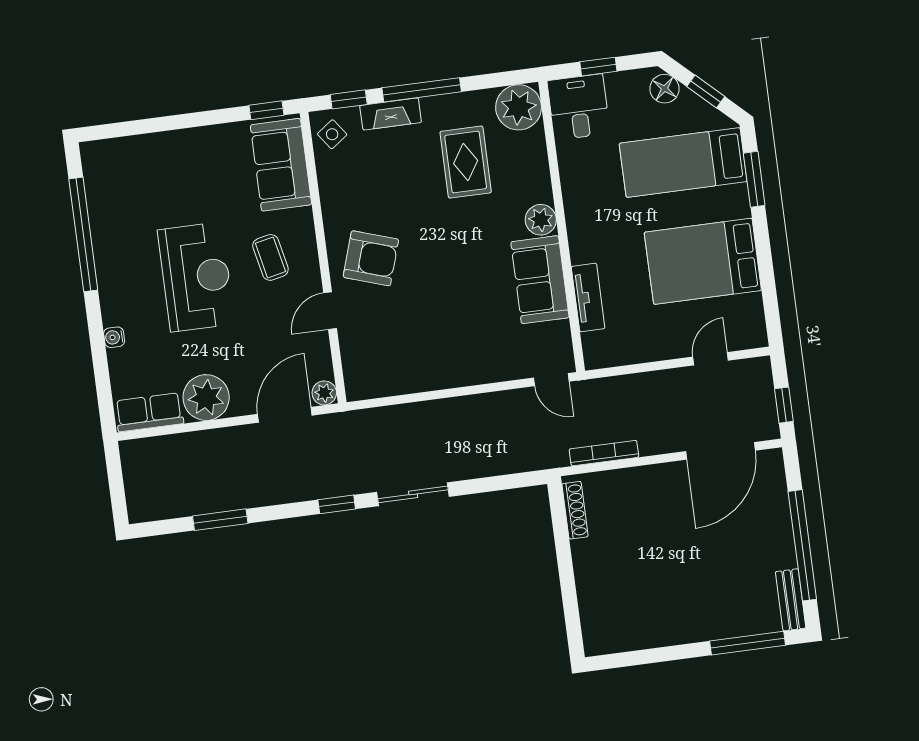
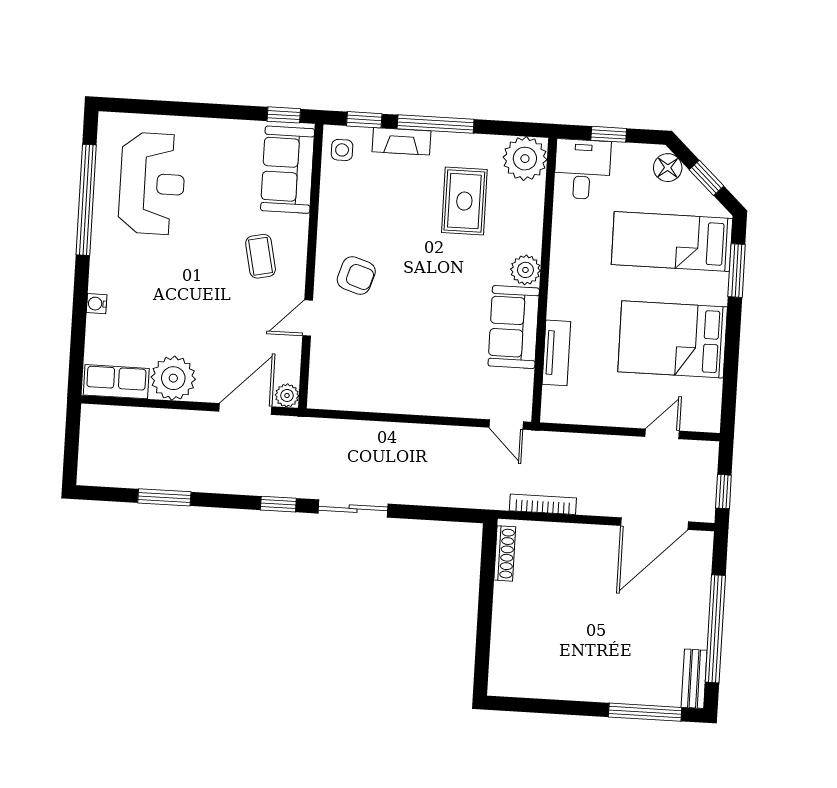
side table: (332, 134) -> (342, 150), turned 36
armchair: (371, 258) -> (356, 275), width x0.72, depth x0.72
reception desk: (196, 277) -> (152, 184), moved

